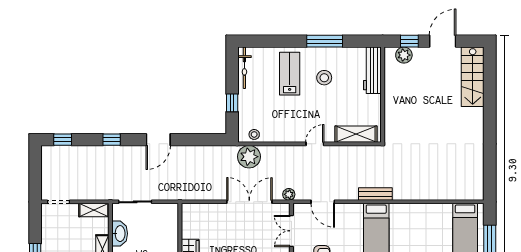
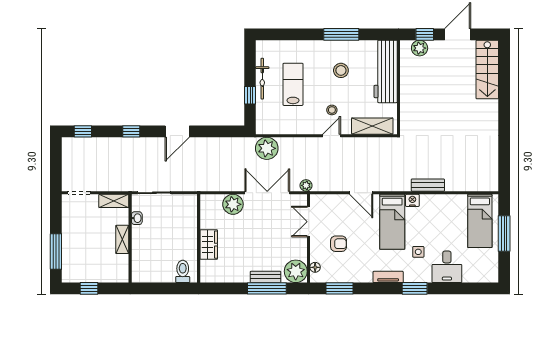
bicycle: (244, 68) -> (262, 79), moved
workbench: (372, 70) -> (386, 71), width x1.36, depth x1.32
lab bench: (290, 74) -> (293, 84), moved
stool: (254, 134) -> (332, 110), moved
bench: (375, 194) -> (428, 185), moved
door: (323, 202) -> (361, 193), moved
nightstand: (397, 209) -> (412, 200), added
plant: (215, 213) -> (233, 204), added
washbasin: (120, 234) -> (137, 218), width x0.52, depth x0.69

